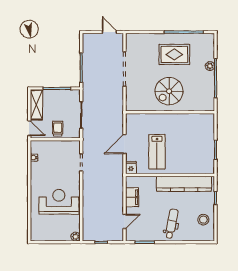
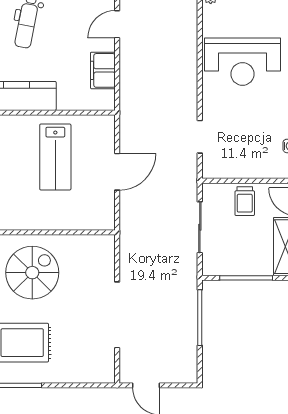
lab bench: (157, 152) -> (55, 157), turned 180
fridge: (131, 168) -> (105, 127), removed

